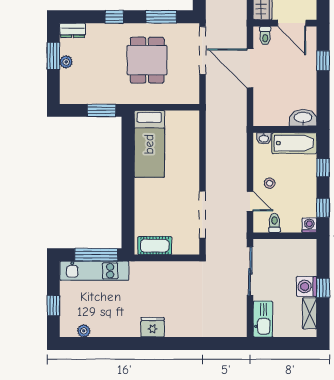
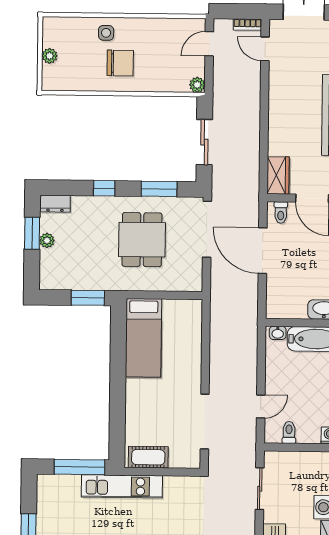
stool: (270, 183) -> (284, 386), removed
door: (250, 201) -> (261, 406), hinge flipped
kitchen unit: (94, 271) -> (122, 486), moved
sliding door: (250, 271) -> (260, 489), width x0.73

